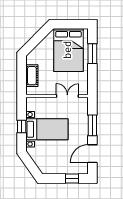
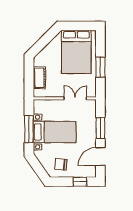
window: (92, 54) -> (100, 67), moved
window: (22, 126) -> (29, 129), width x2.17
chair: (53, 161) -> (61, 164), added

